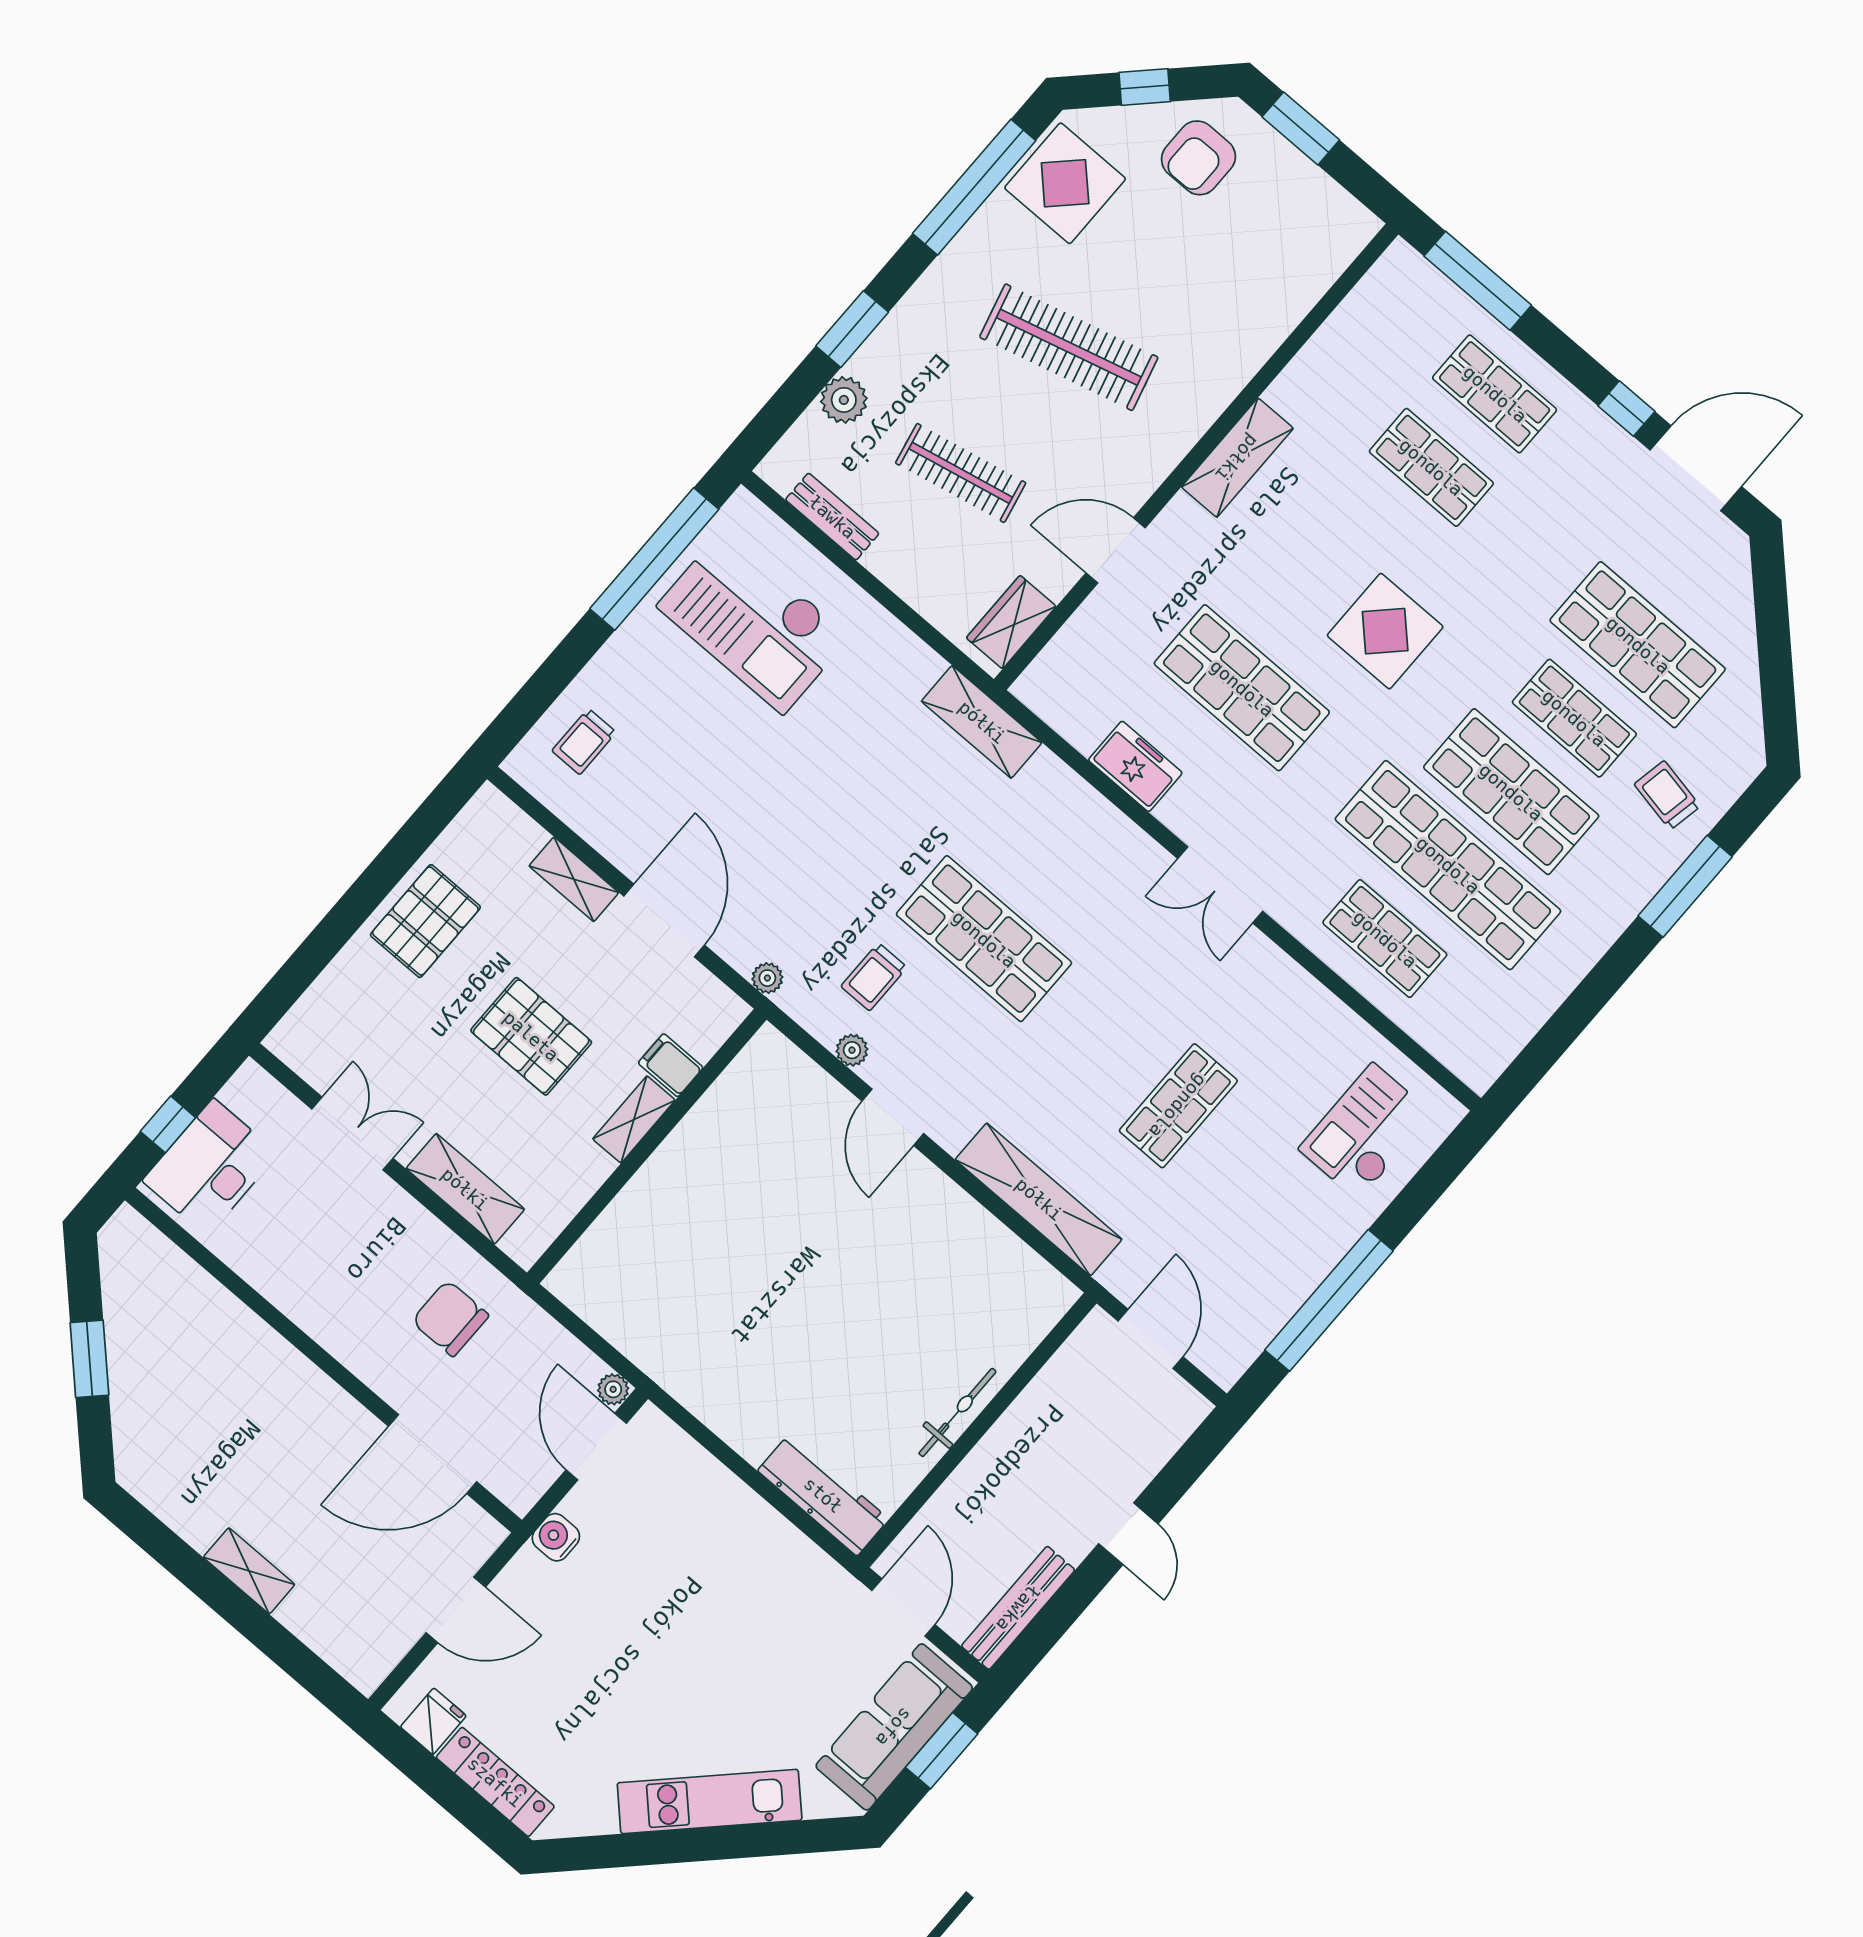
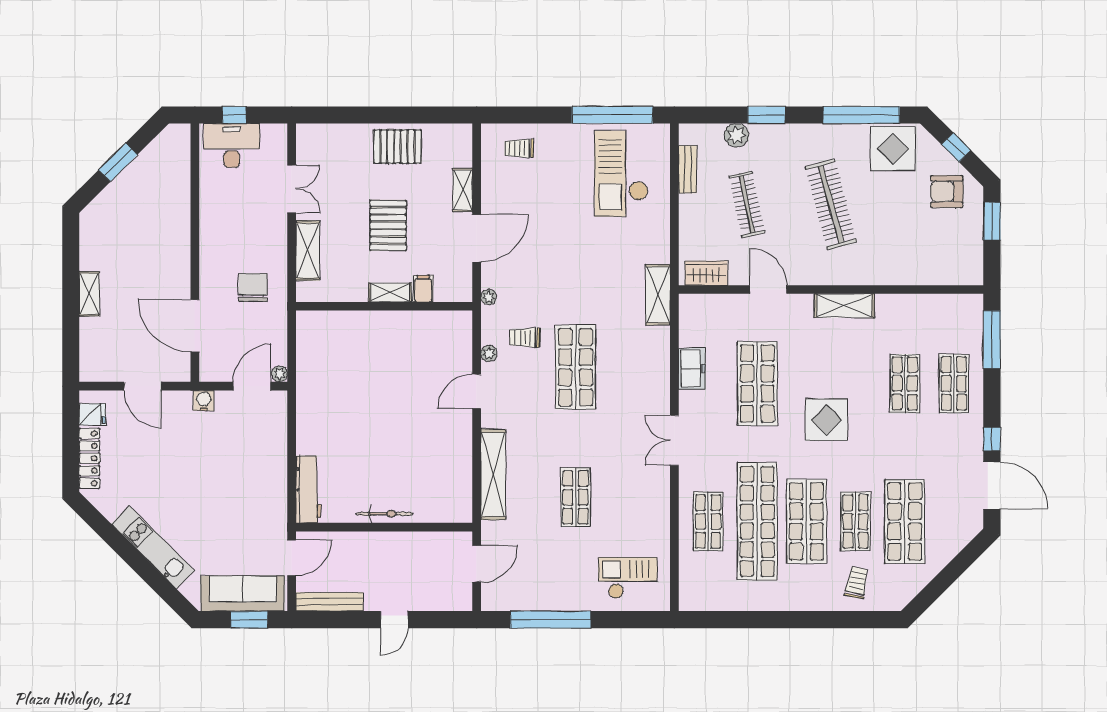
window: (1685, 886) -> (828, 620), removed
shop shelf: (1178, 1106) -> (576, 497), turned 90

